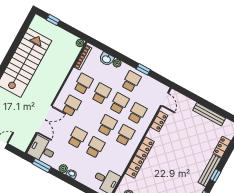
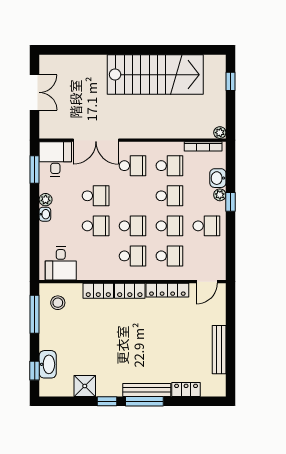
window: (143, 69) -> (230, 202), moved
locker: (159, 121) -> (167, 290), width x1.53
window: (216, 175) -> (144, 401), width x2.17

